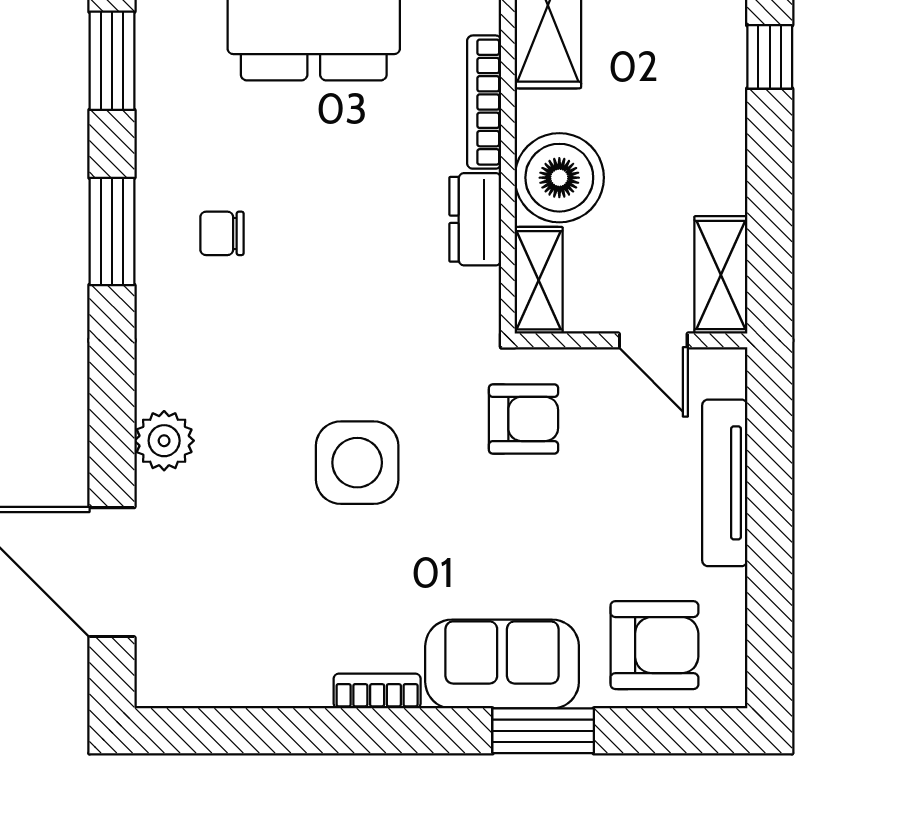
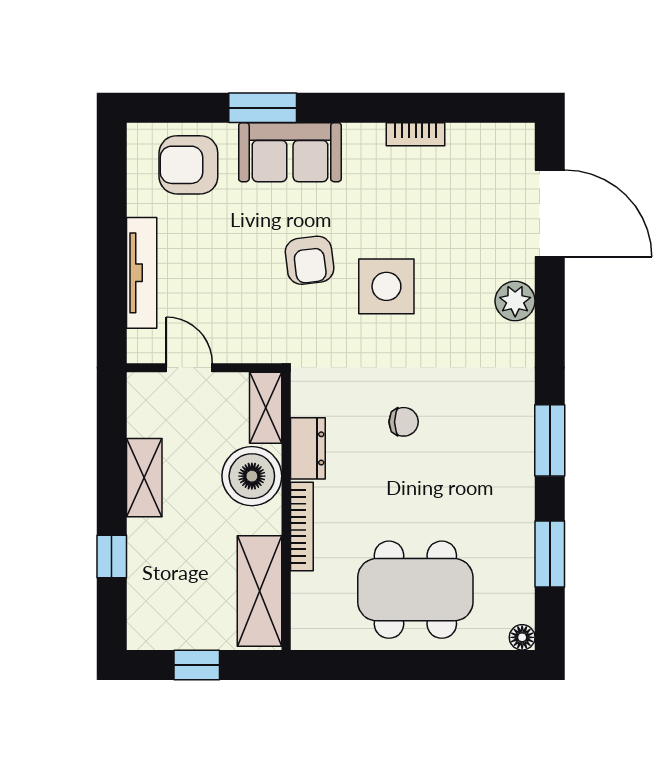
chair: (222, 233) -> (404, 422), moved
shelving: (721, 275) -> (144, 478), moved
armchair: (524, 419) -> (310, 260), moved, turned -97
bookcase: (377, 691) -> (416, 134), moved

